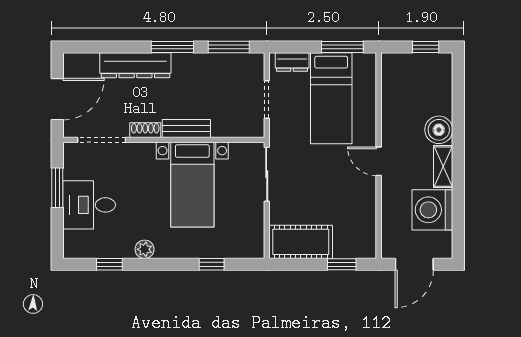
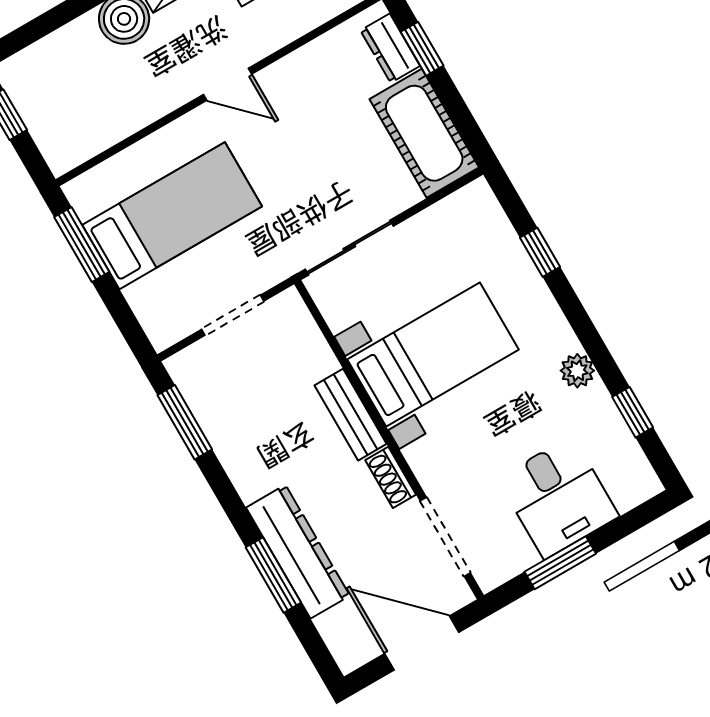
window: (172, 47) -> (273, 575), moved
dresser: (292, 62) -> (390, 48), moved, turned 180
door: (379, 161) -> (228, 84), hinge flipped

